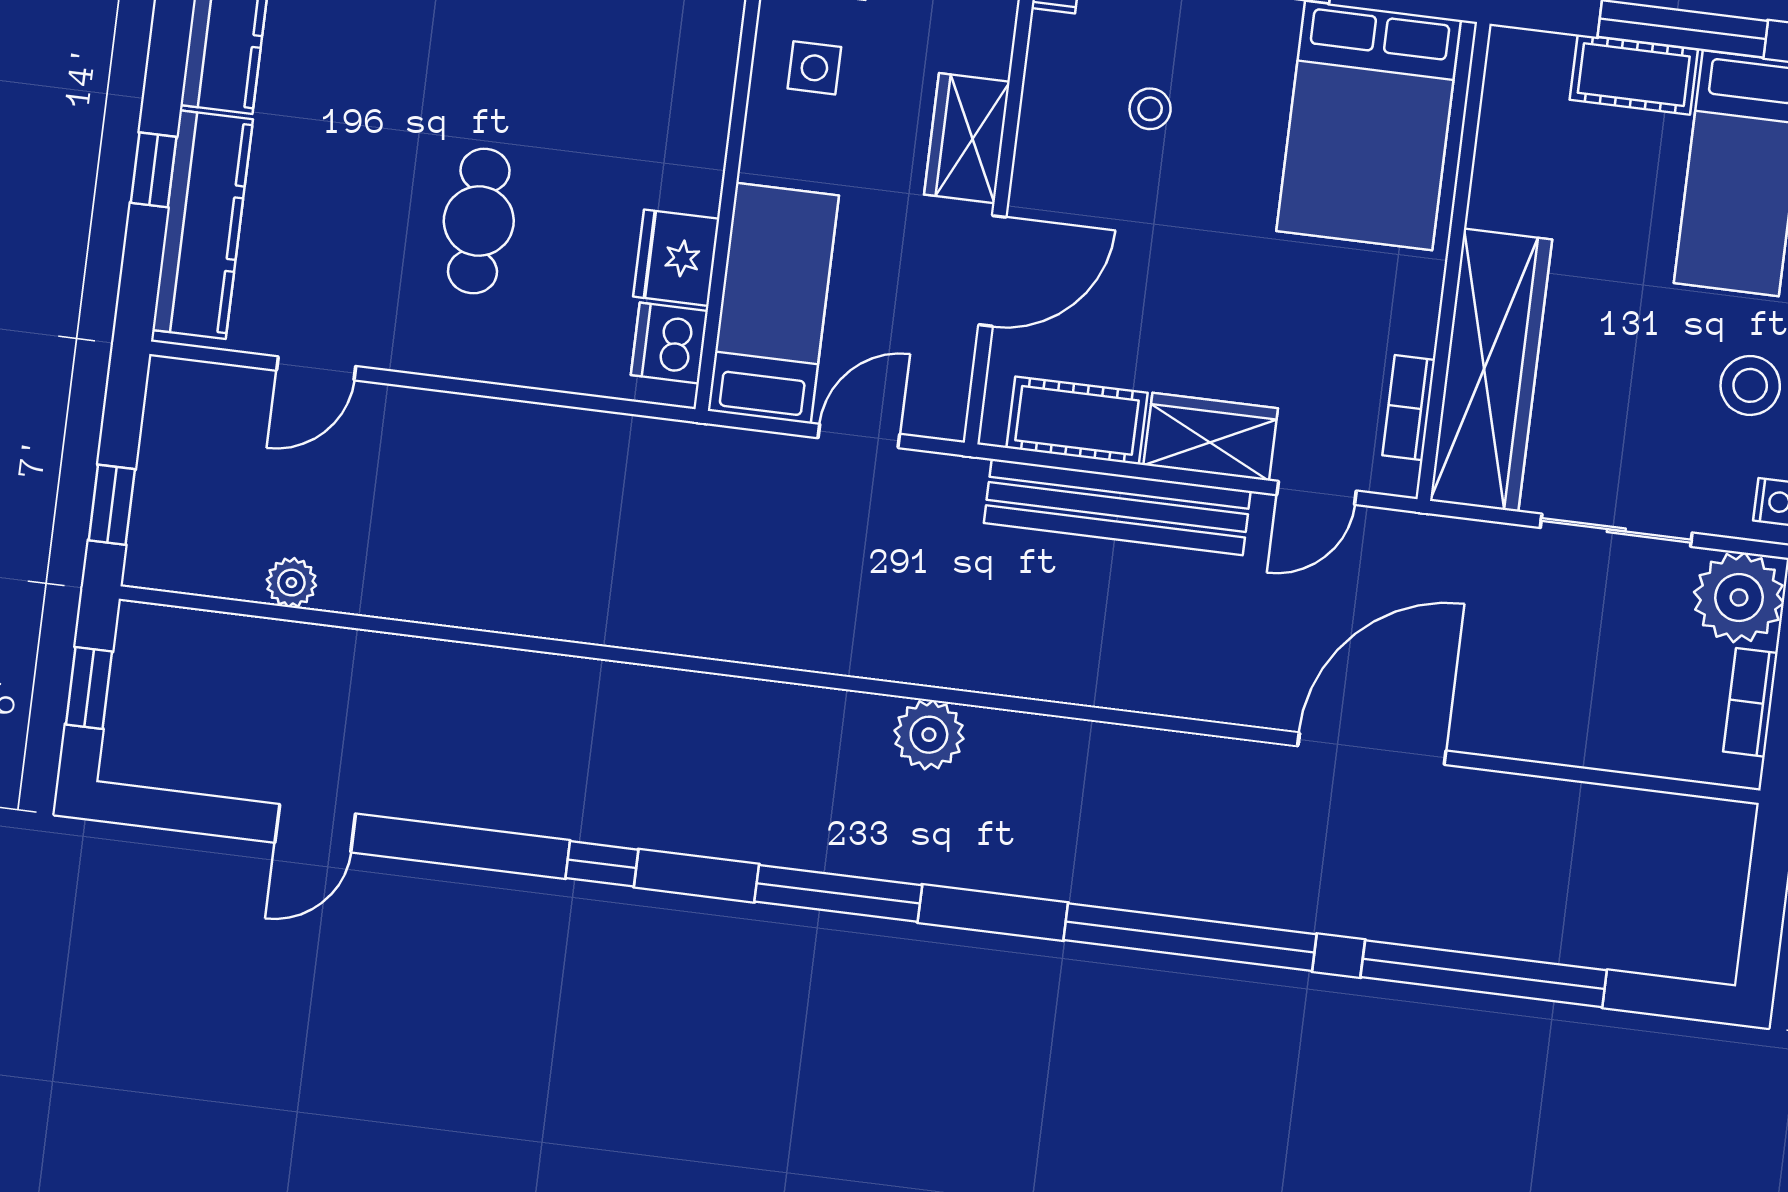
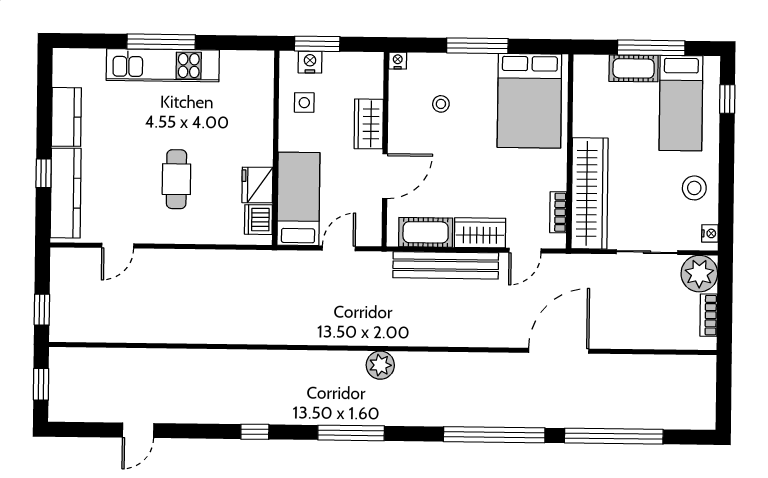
plant: (291, 583) -> (117, 333), removed

